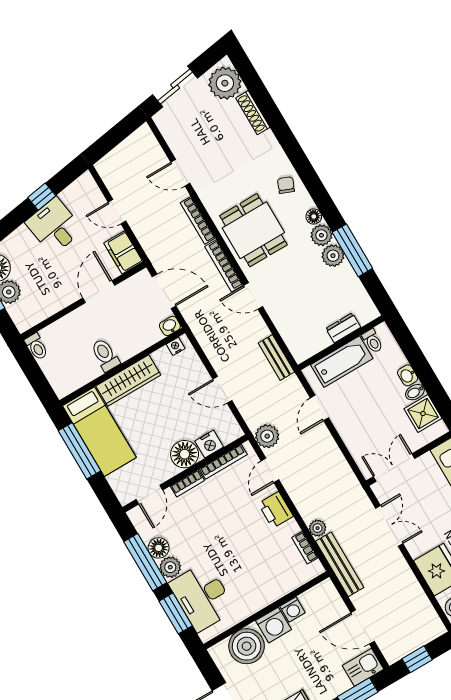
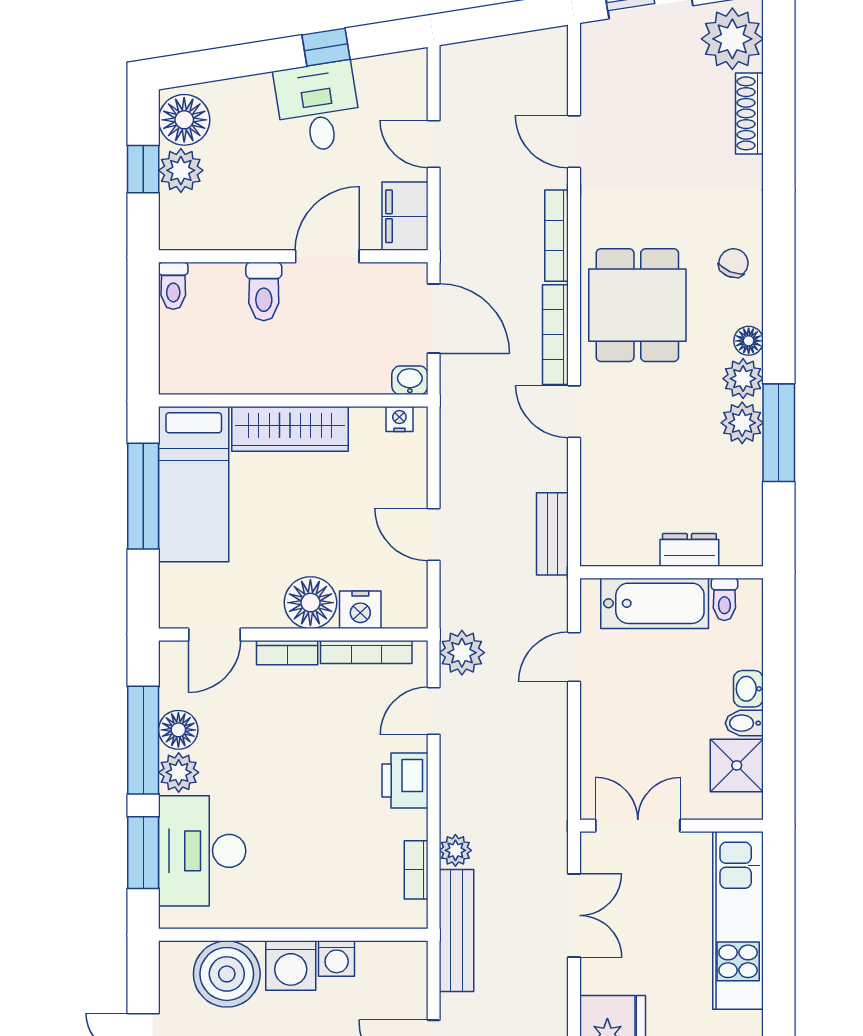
toilet: (105, 355) -> (264, 291), moved, turned 180

